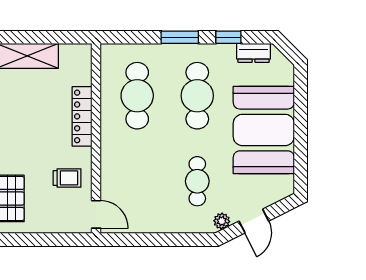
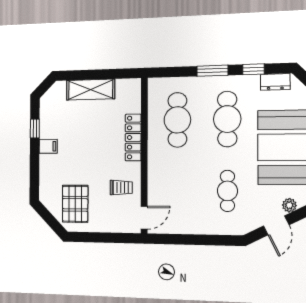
door: (96, 214) -> (144, 218), hinge flipped
plant: (222, 221) -> (289, 205), moved

